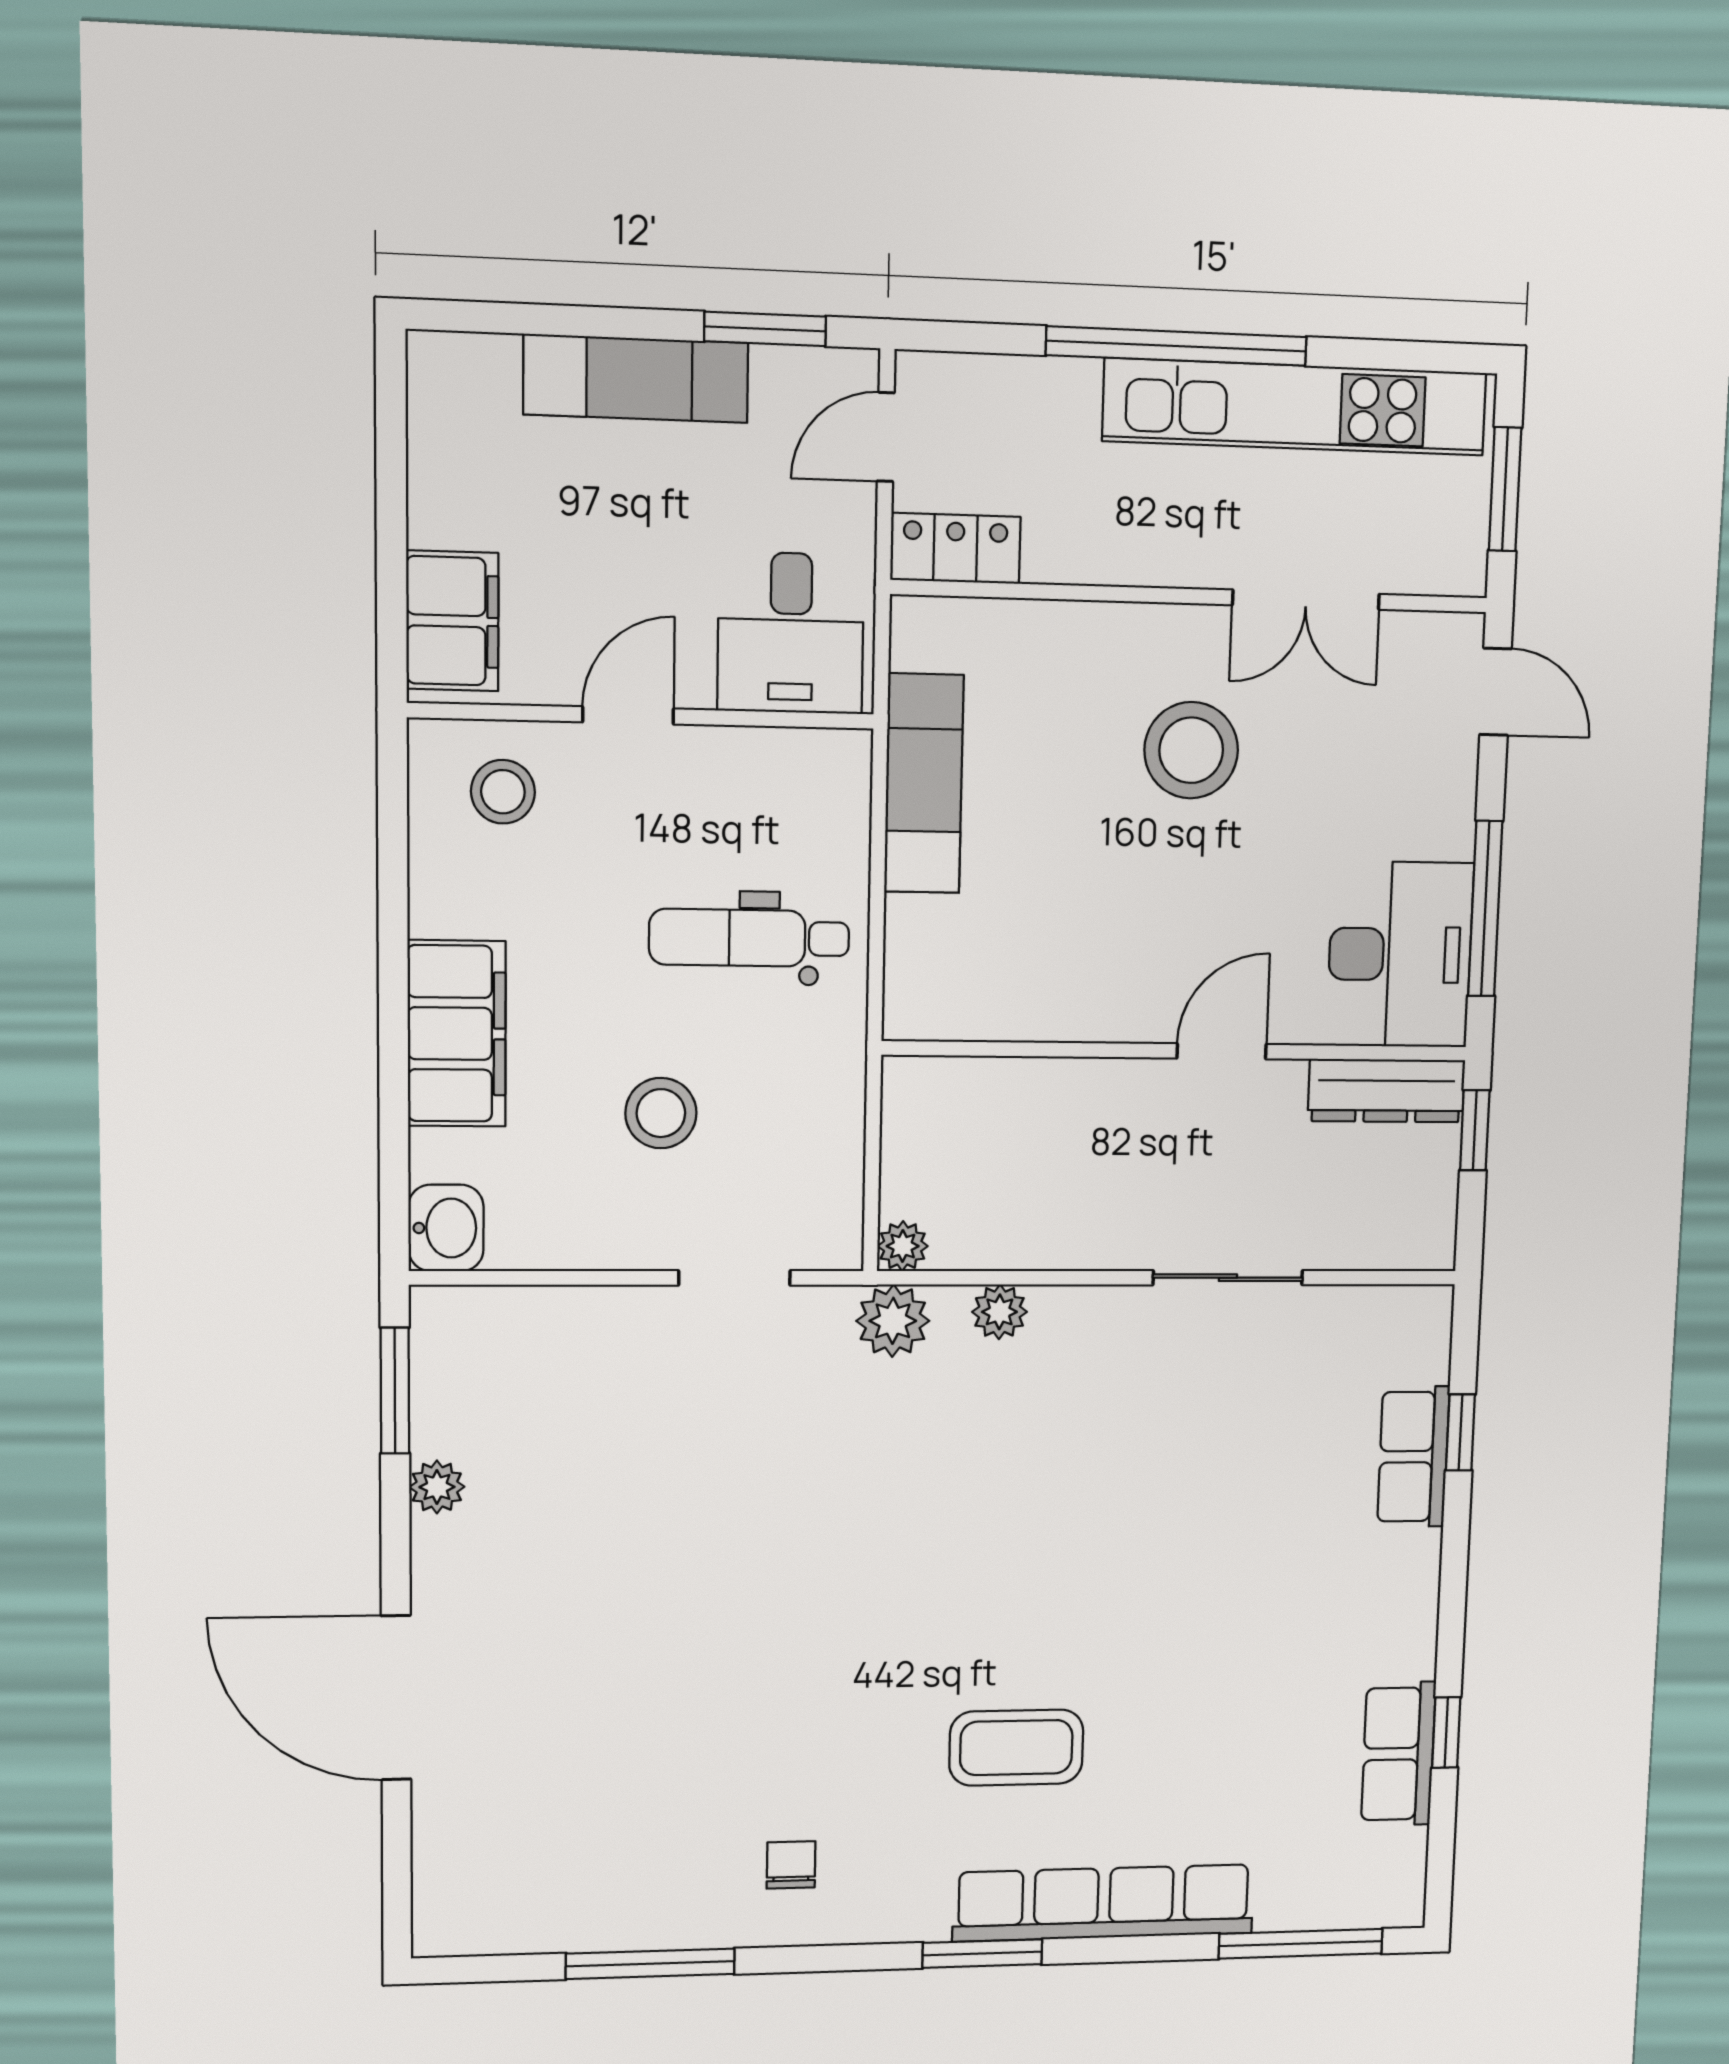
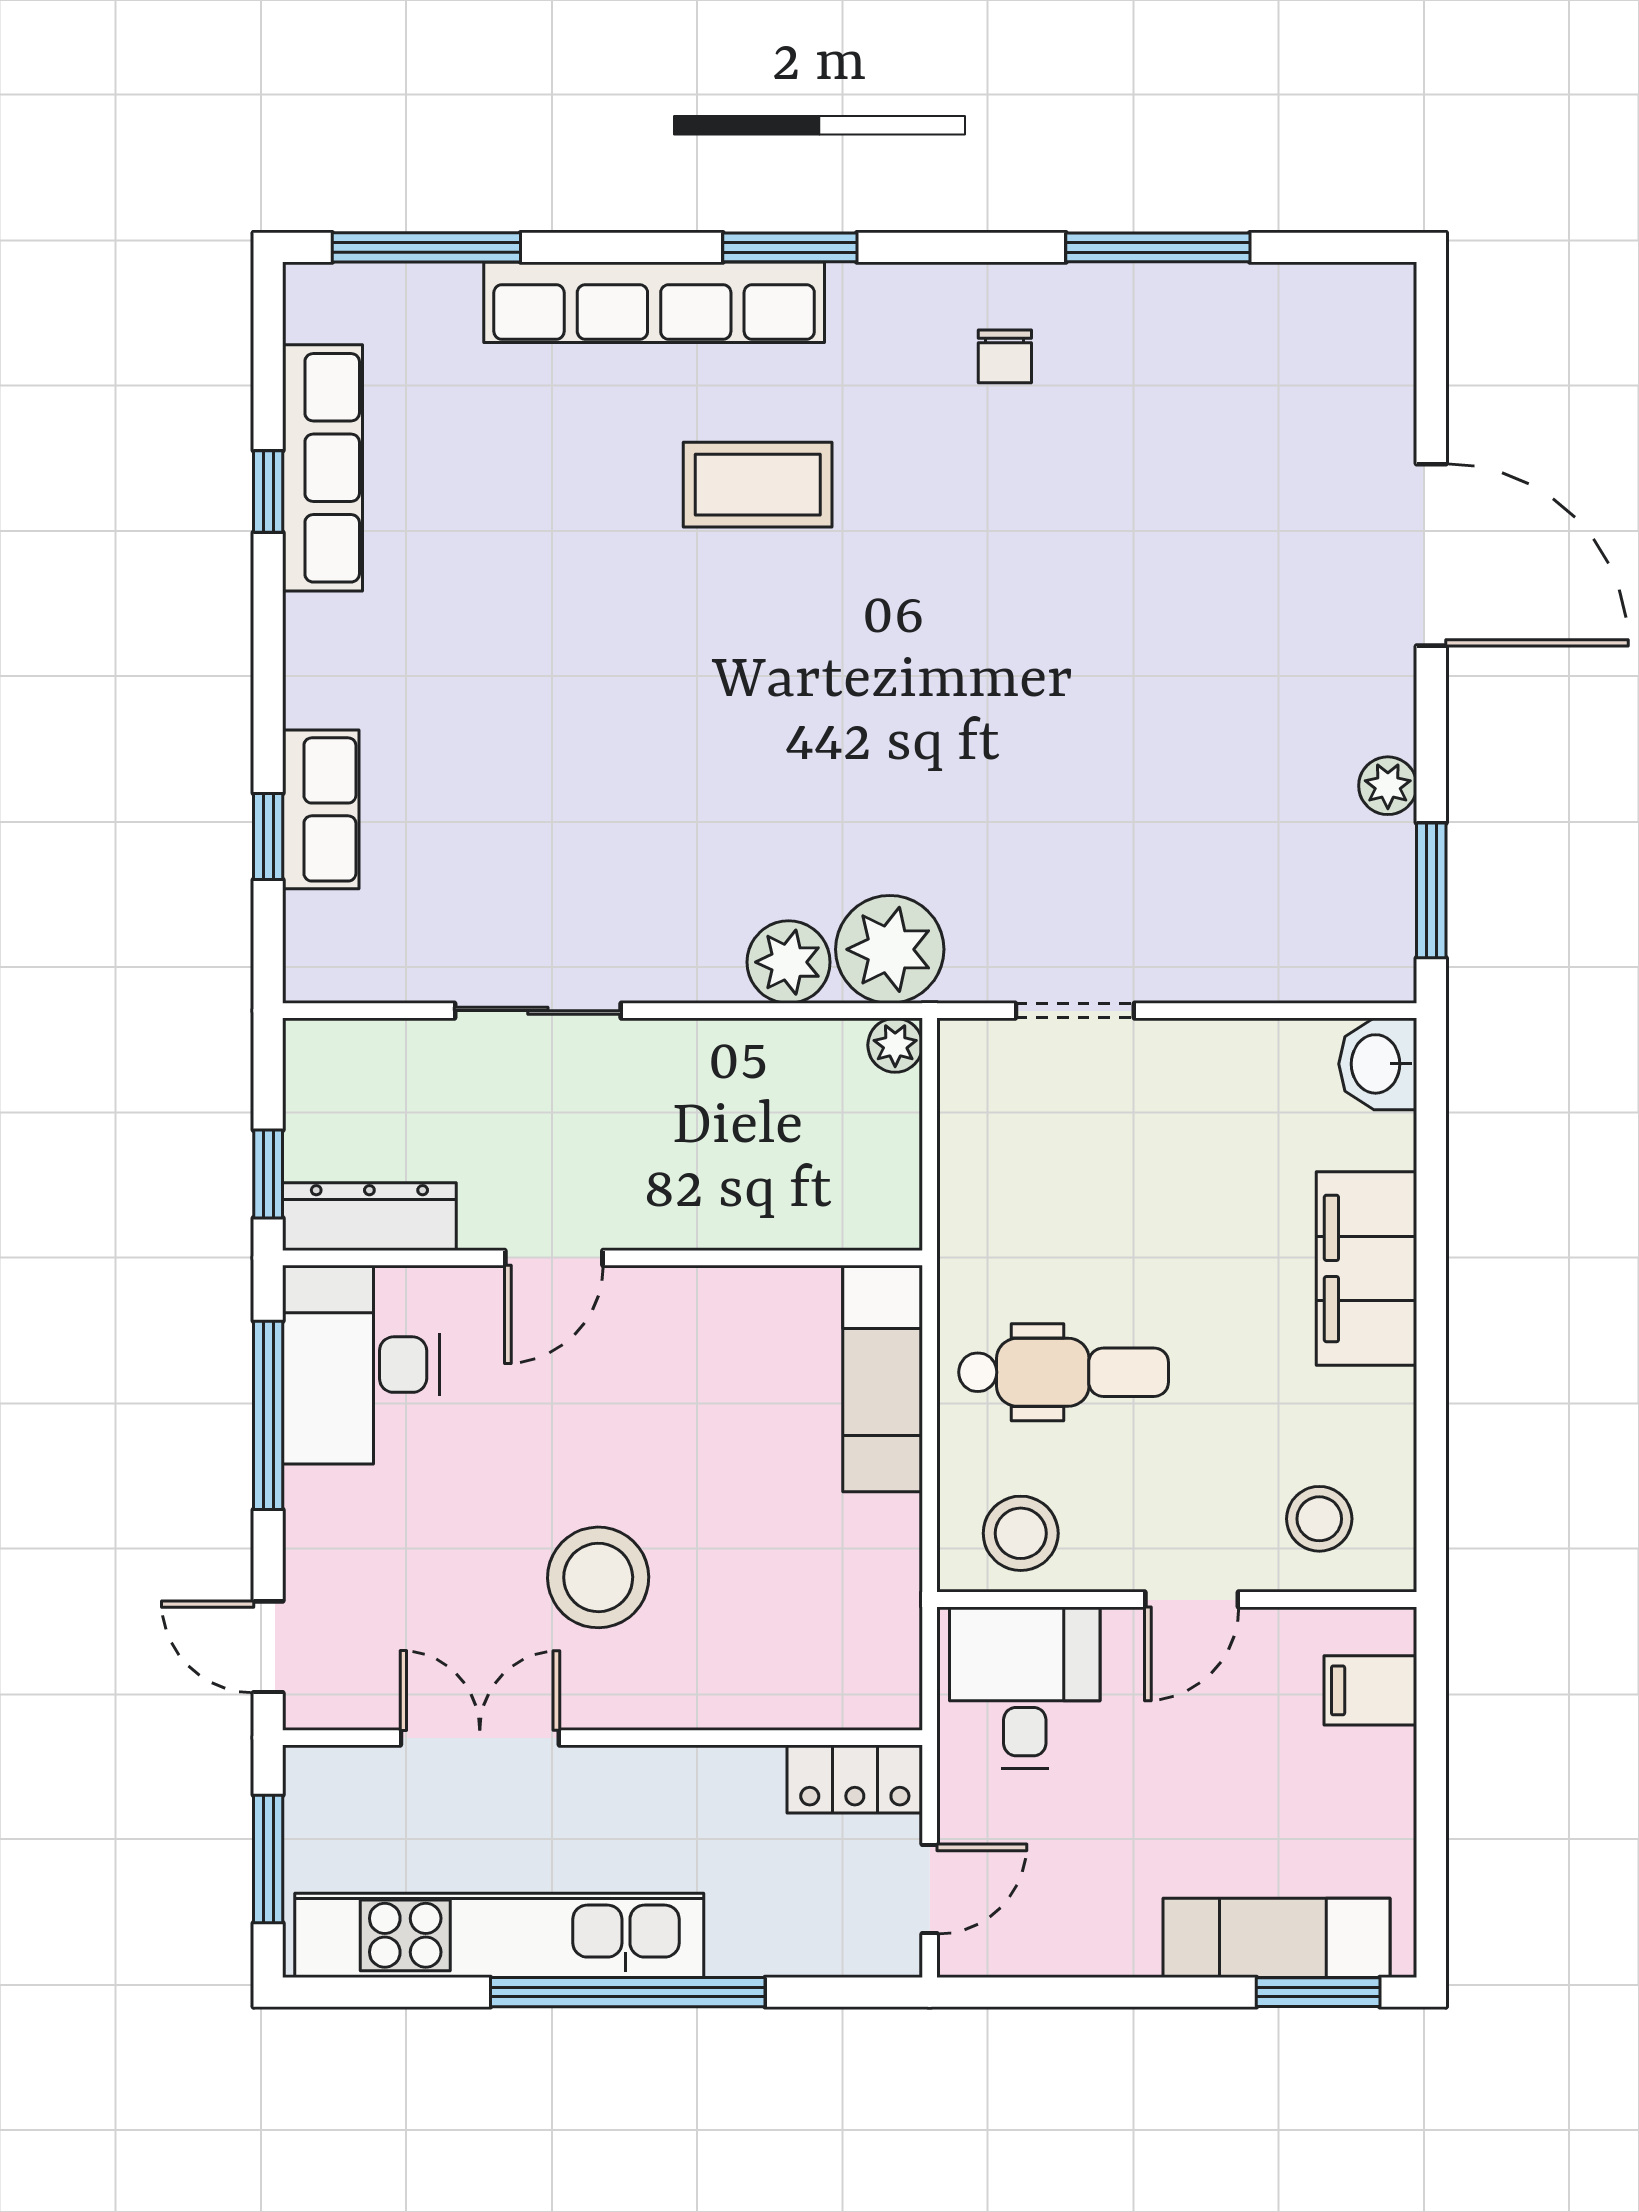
window: (765, 329) -> (1318, 1992), moved
exam couch: (636, 379) -> (1277, 1938), moved
filing cabinet: (452, 621) -> (1370, 1690), width x0.50
exam couch: (924, 783) -> (883, 1379), moved
stool: (661, 1113) -> (1021, 1533), moved
plant: (999, 1312) -> (789, 962), width x1.38, depth x1.38
plant: (893, 1321) -> (890, 949), width x1.36, depth x1.36
row of seats: (1398, 1754) -> (323, 468), width x1.48

